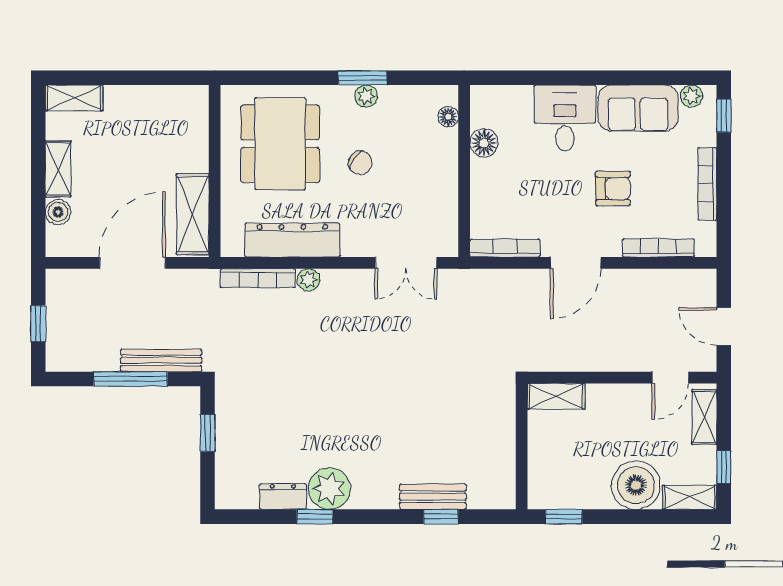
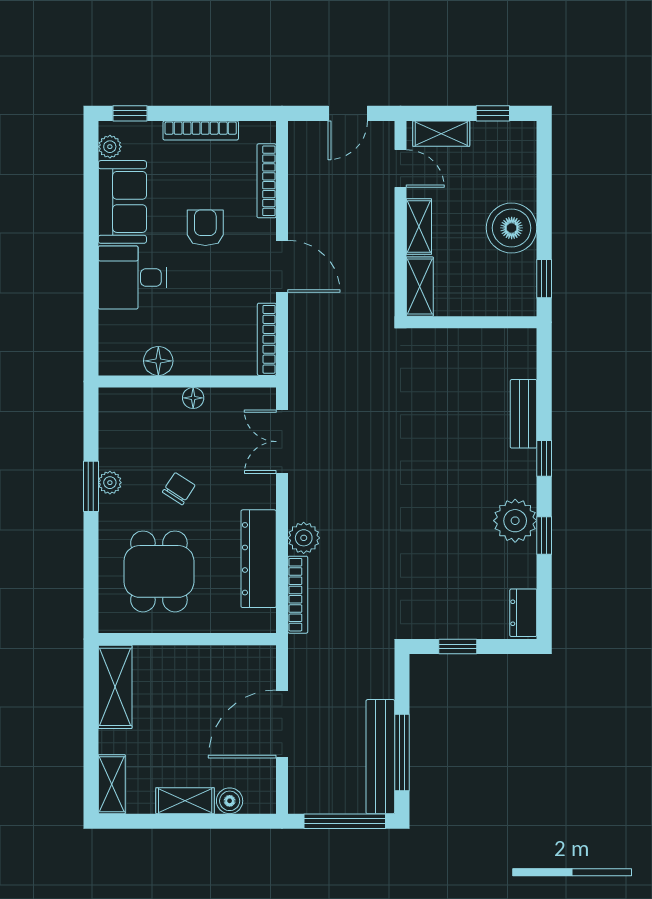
floor lamp: (448, 117) -> (193, 398), moved
dining table: (280, 144) -> (159, 571), width x0.73
shelving: (193, 214) -> (115, 687), moved, turned 90
door: (132, 263) -> (282, 724), hinge flipped
double door: (406, 263) -> (282, 442), swing flipped
plant: (308, 280) -> (304, 538), width x1.38, depth x1.38
window: (38, 324) -> (345, 821), width x2.17
bench: (161, 360) -> (380, 757), moved, width x1.37, depth x1.21
window: (130, 379) -> (402, 753), moved
boiler: (636, 485) -> (512, 228), moved
dresser: (283, 496) -> (523, 613), moved
shelving: (690, 497) -> (419, 227), moved
window: (441, 517) -> (544, 458), moved

